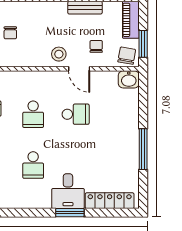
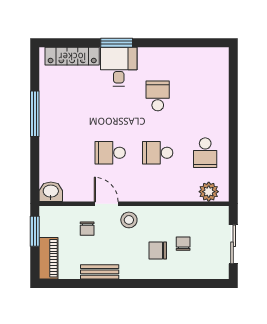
chair: (127, 56) -> (158, 250), moved, turned 80
school desk: (33, 114) -> (158, 153), turned -90

